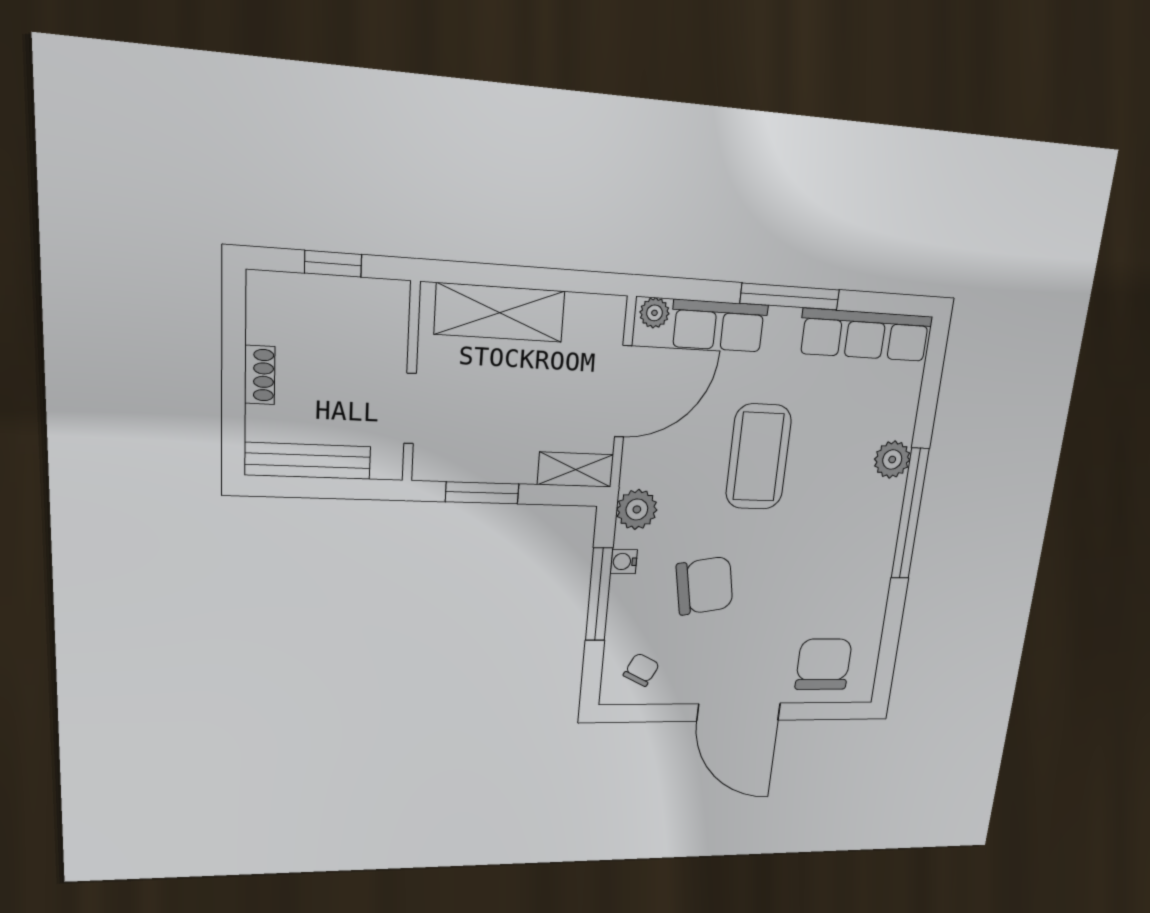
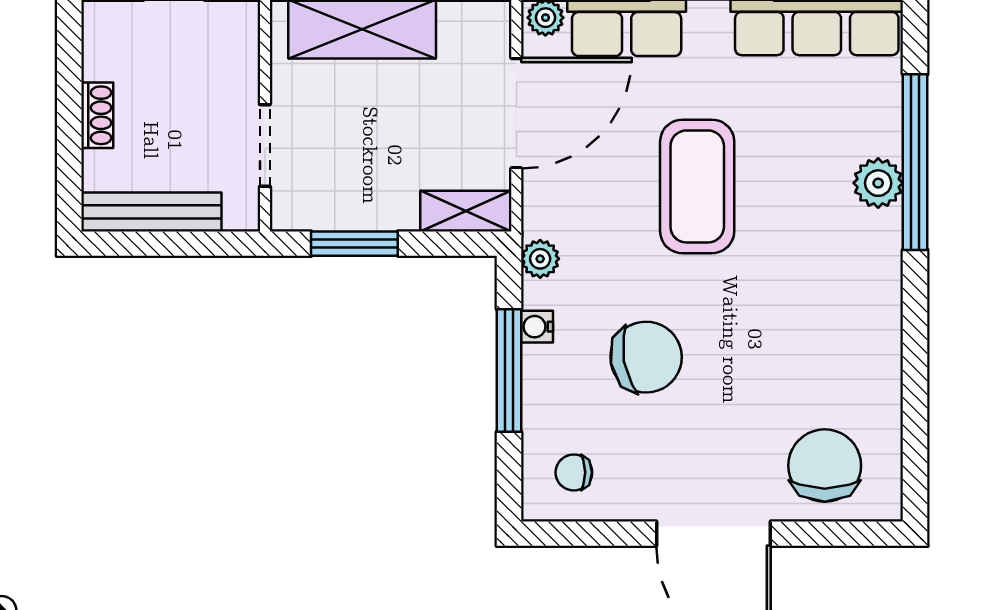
plant: (637, 509) -> (540, 259), width x0.73, depth x0.73
window: (910, 514) -> (915, 162), moved
chair: (641, 670) -> (574, 472), turned -117

